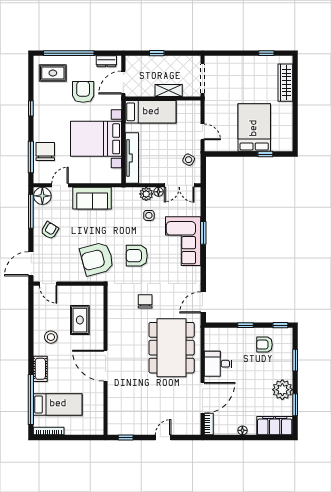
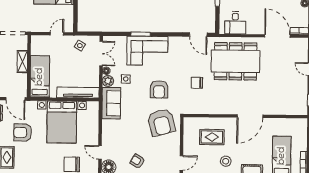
sofa: (92, 198) -> (111, 103), moved
desk: (218, 364) -> (235, 23), moved

